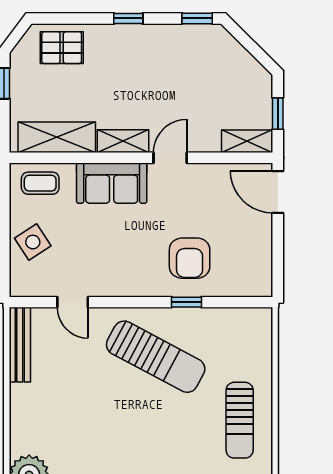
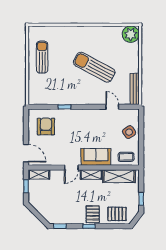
pallet: (119, 47) -> (93, 214), added
armchair: (190, 258) -> (46, 127), moved
sun lounger: (156, 357) -> (94, 67), moved

